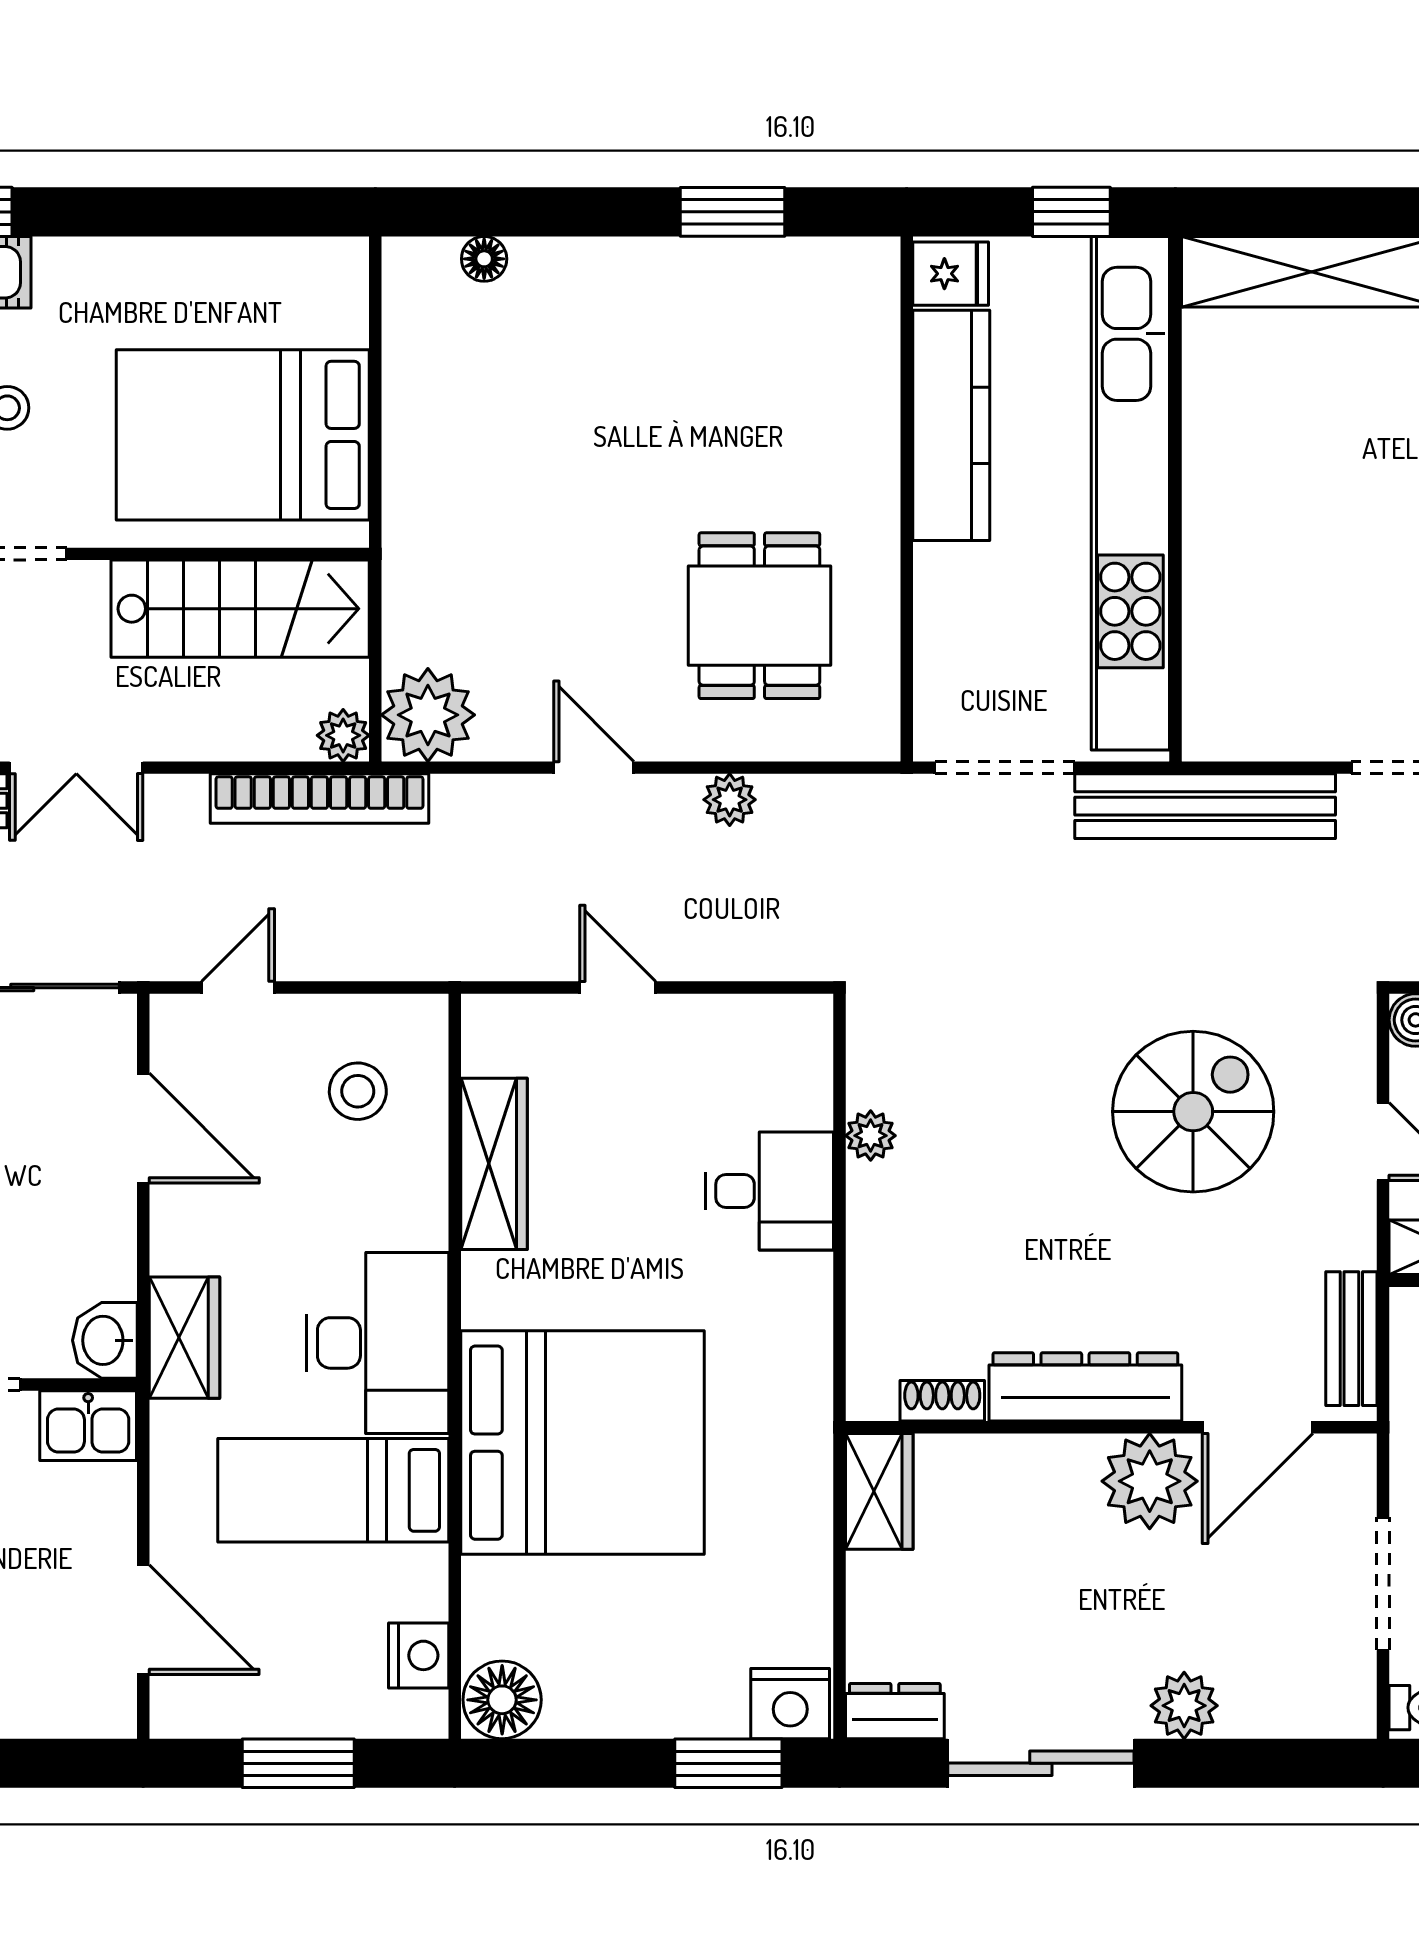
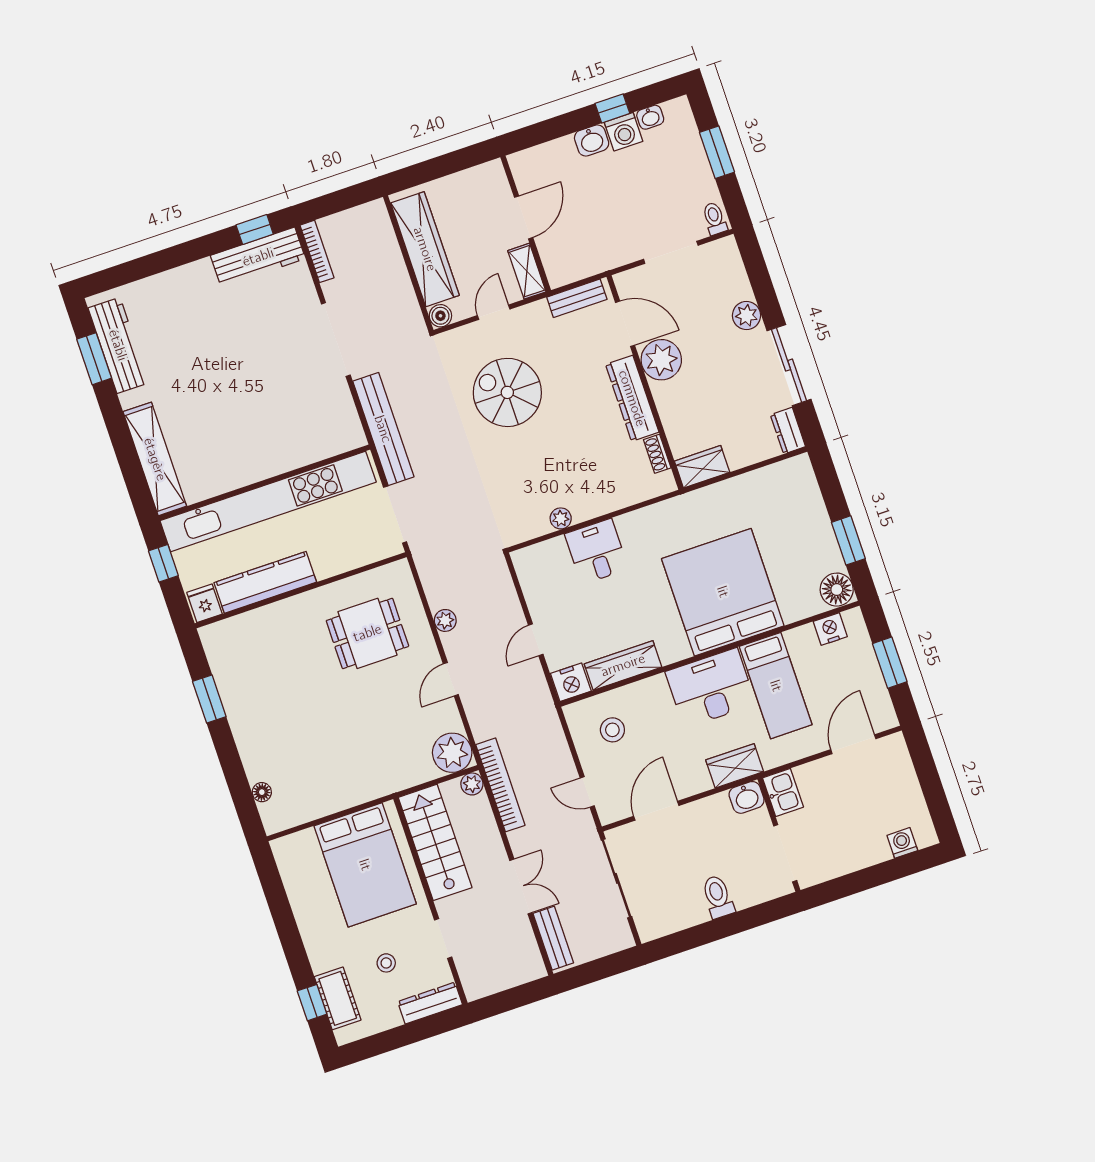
nightstand: (790, 1704) -> (571, 682), moved, turned 90
window: (728, 1763) -> (848, 540), moved

